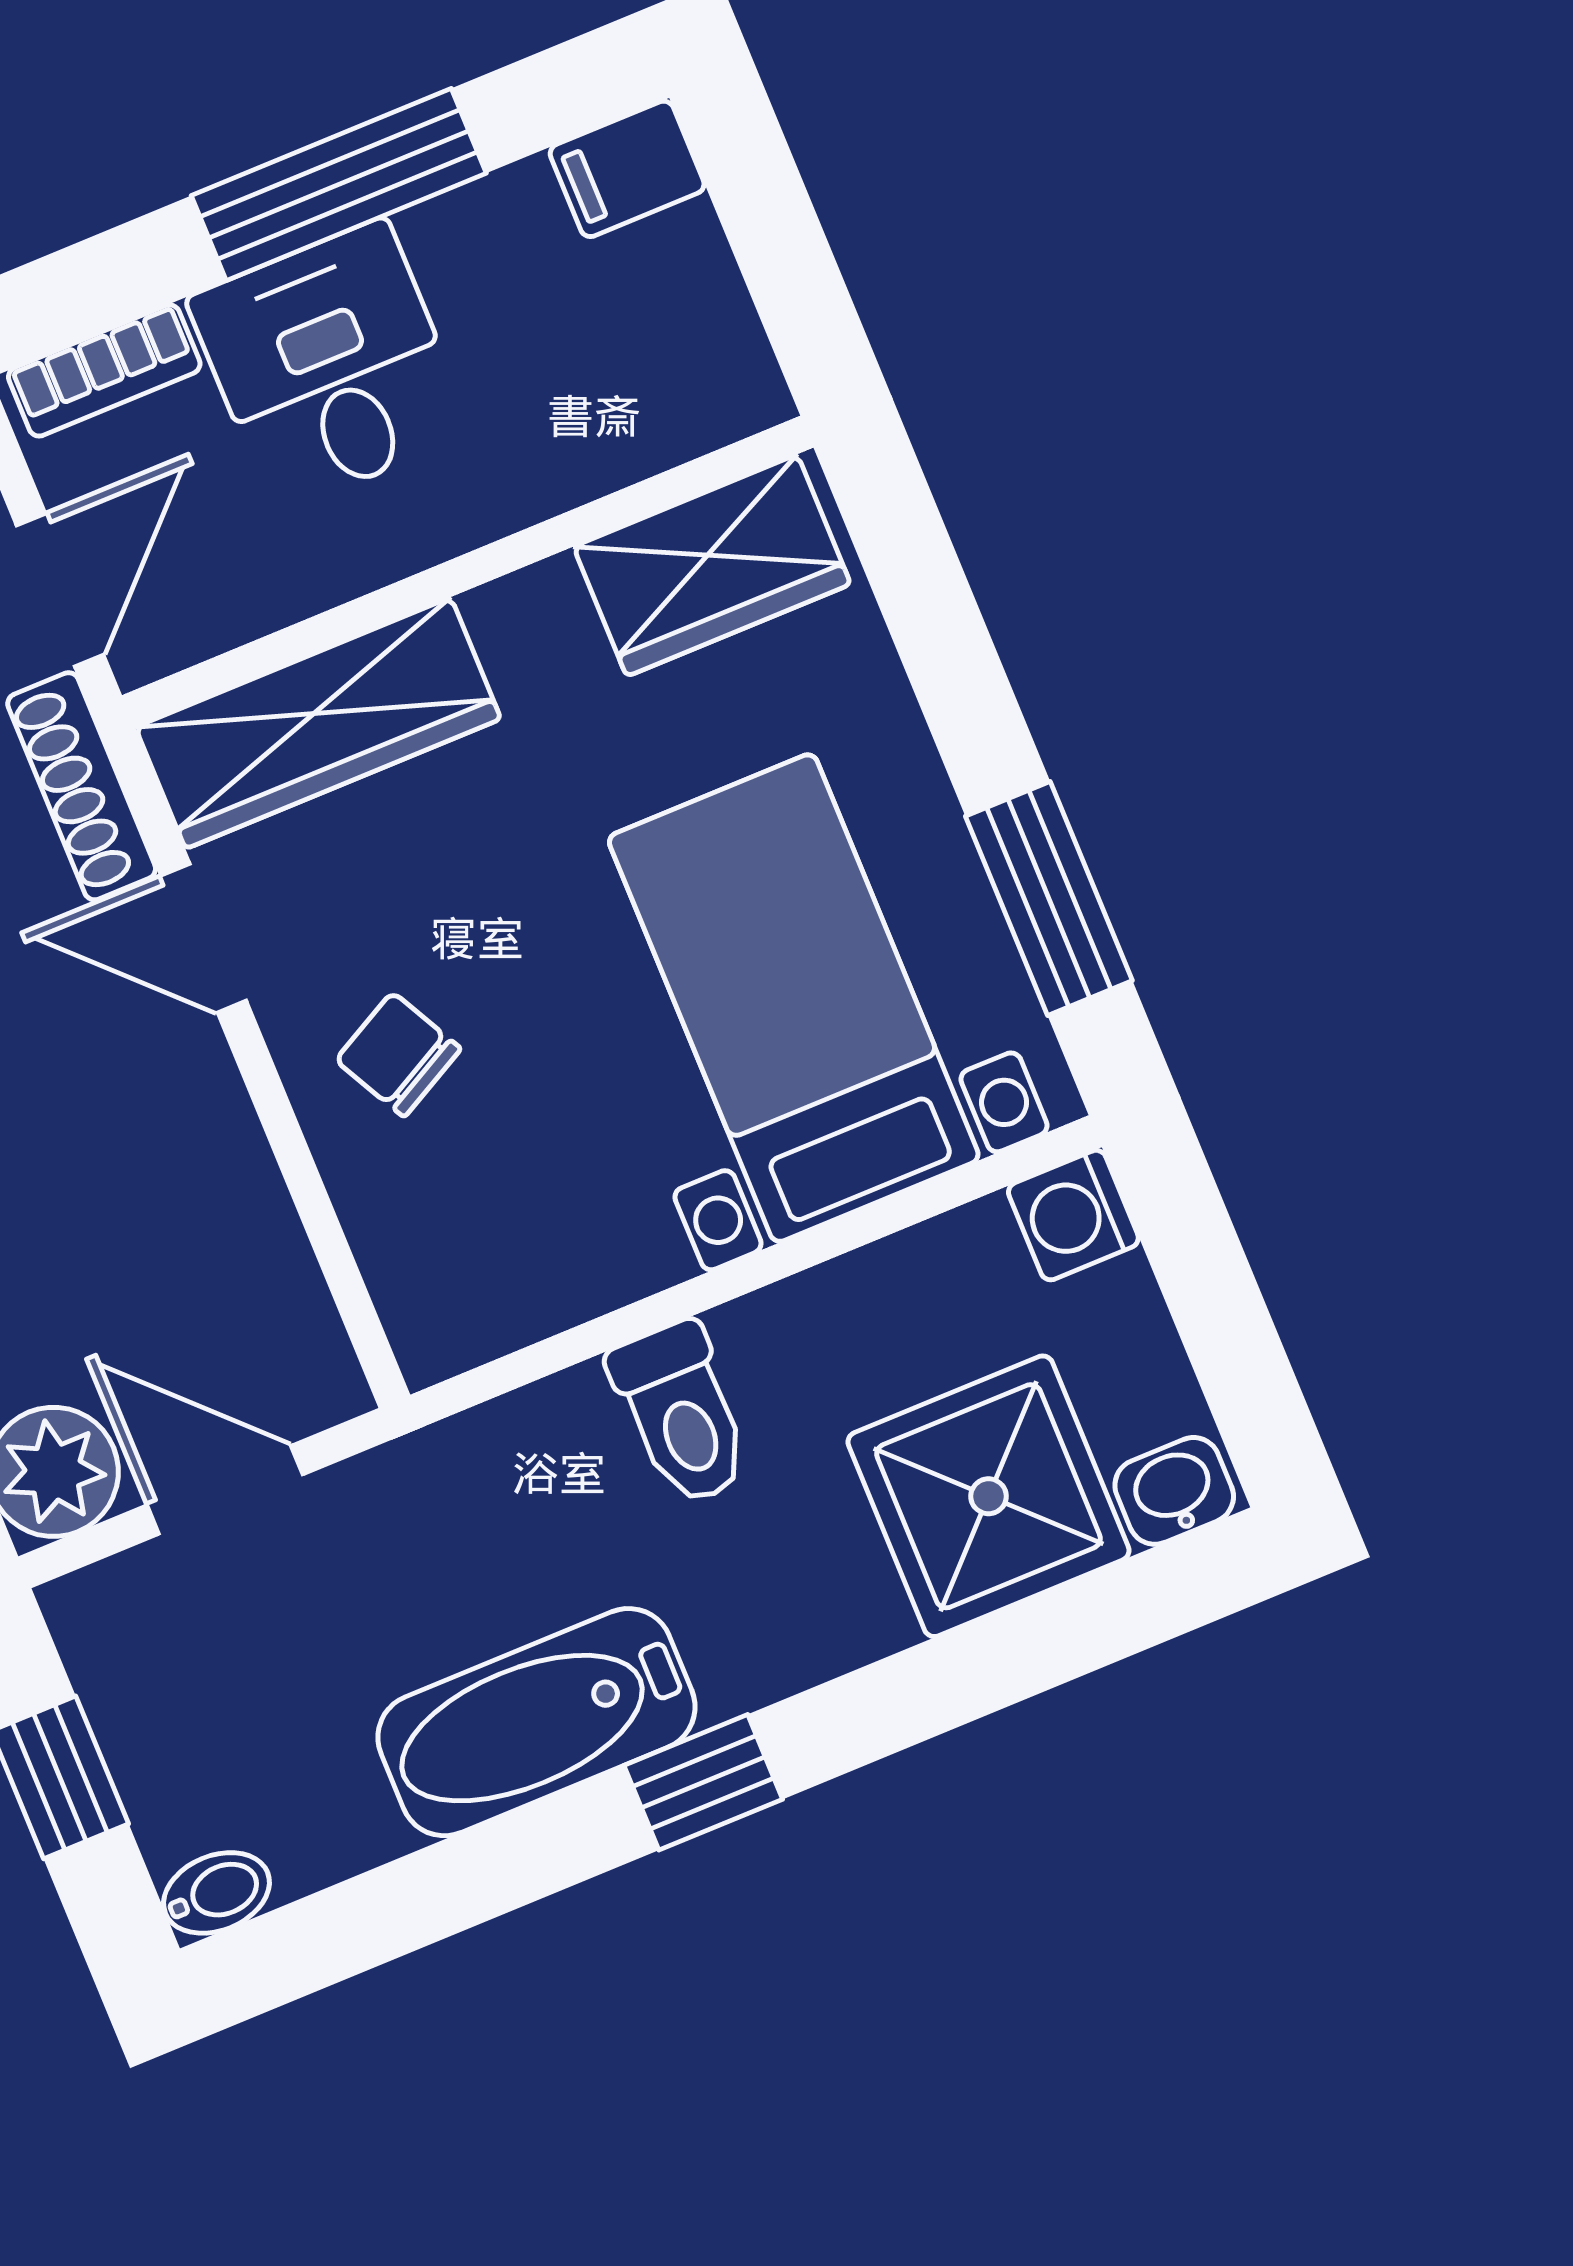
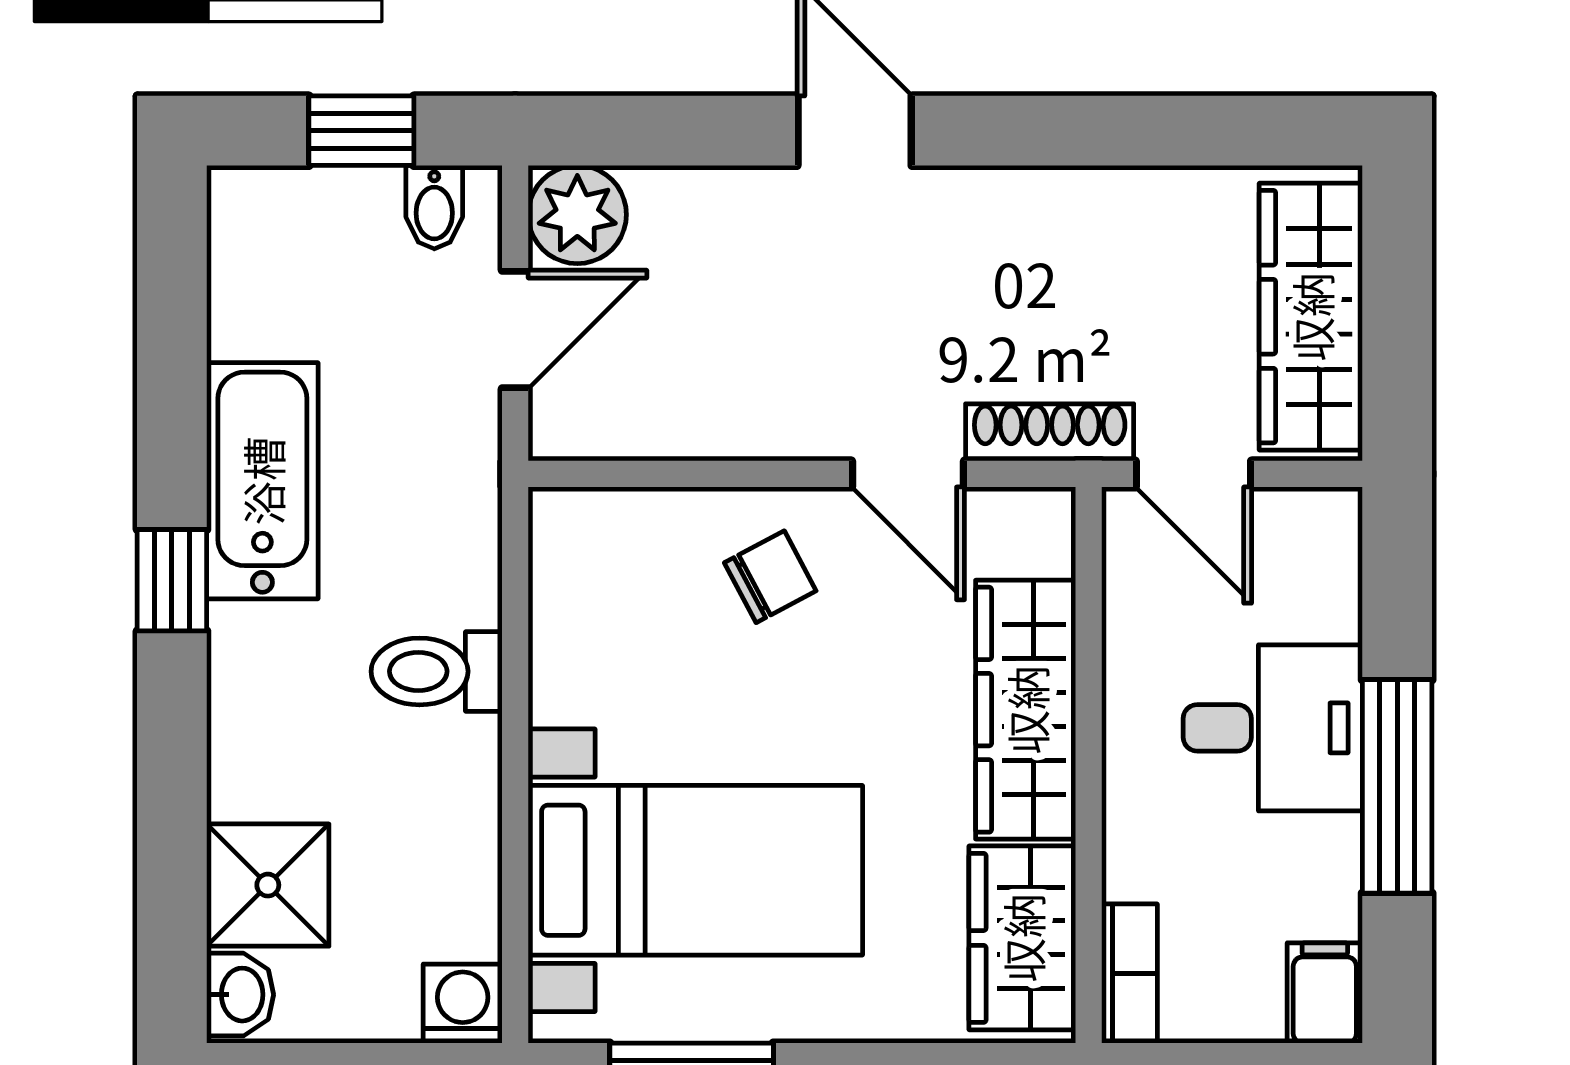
bookcase: (104, 370) -> (1130, 974), moved, turned 180
wardrobe: (318, 723) -> (1026, 710), moved
door: (204, 938) -> (908, 474), swing flipped
shower: (989, 1496) -> (268, 885), width x0.73, depth x0.73
bidet: (216, 1893) -> (434, 207), moved

